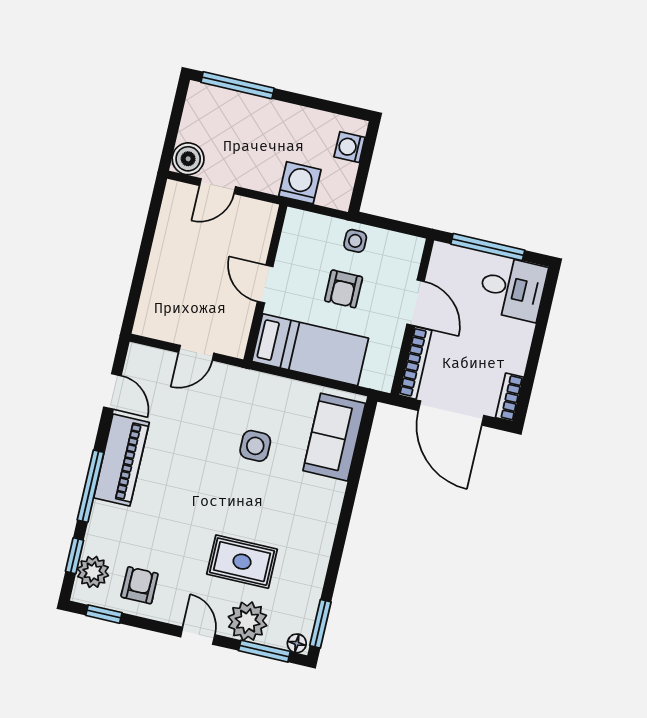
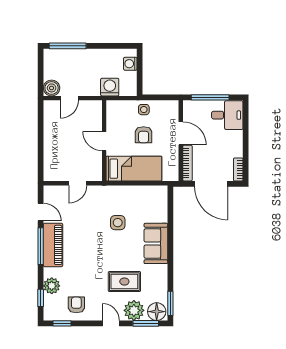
sofa: (334, 437) -> (156, 243), moved
window: (91, 486) -> (41, 246), moved
plant: (93, 572) -> (52, 286), moved
floor lamp: (297, 643) -> (157, 312), width x1.89, depth x1.89

